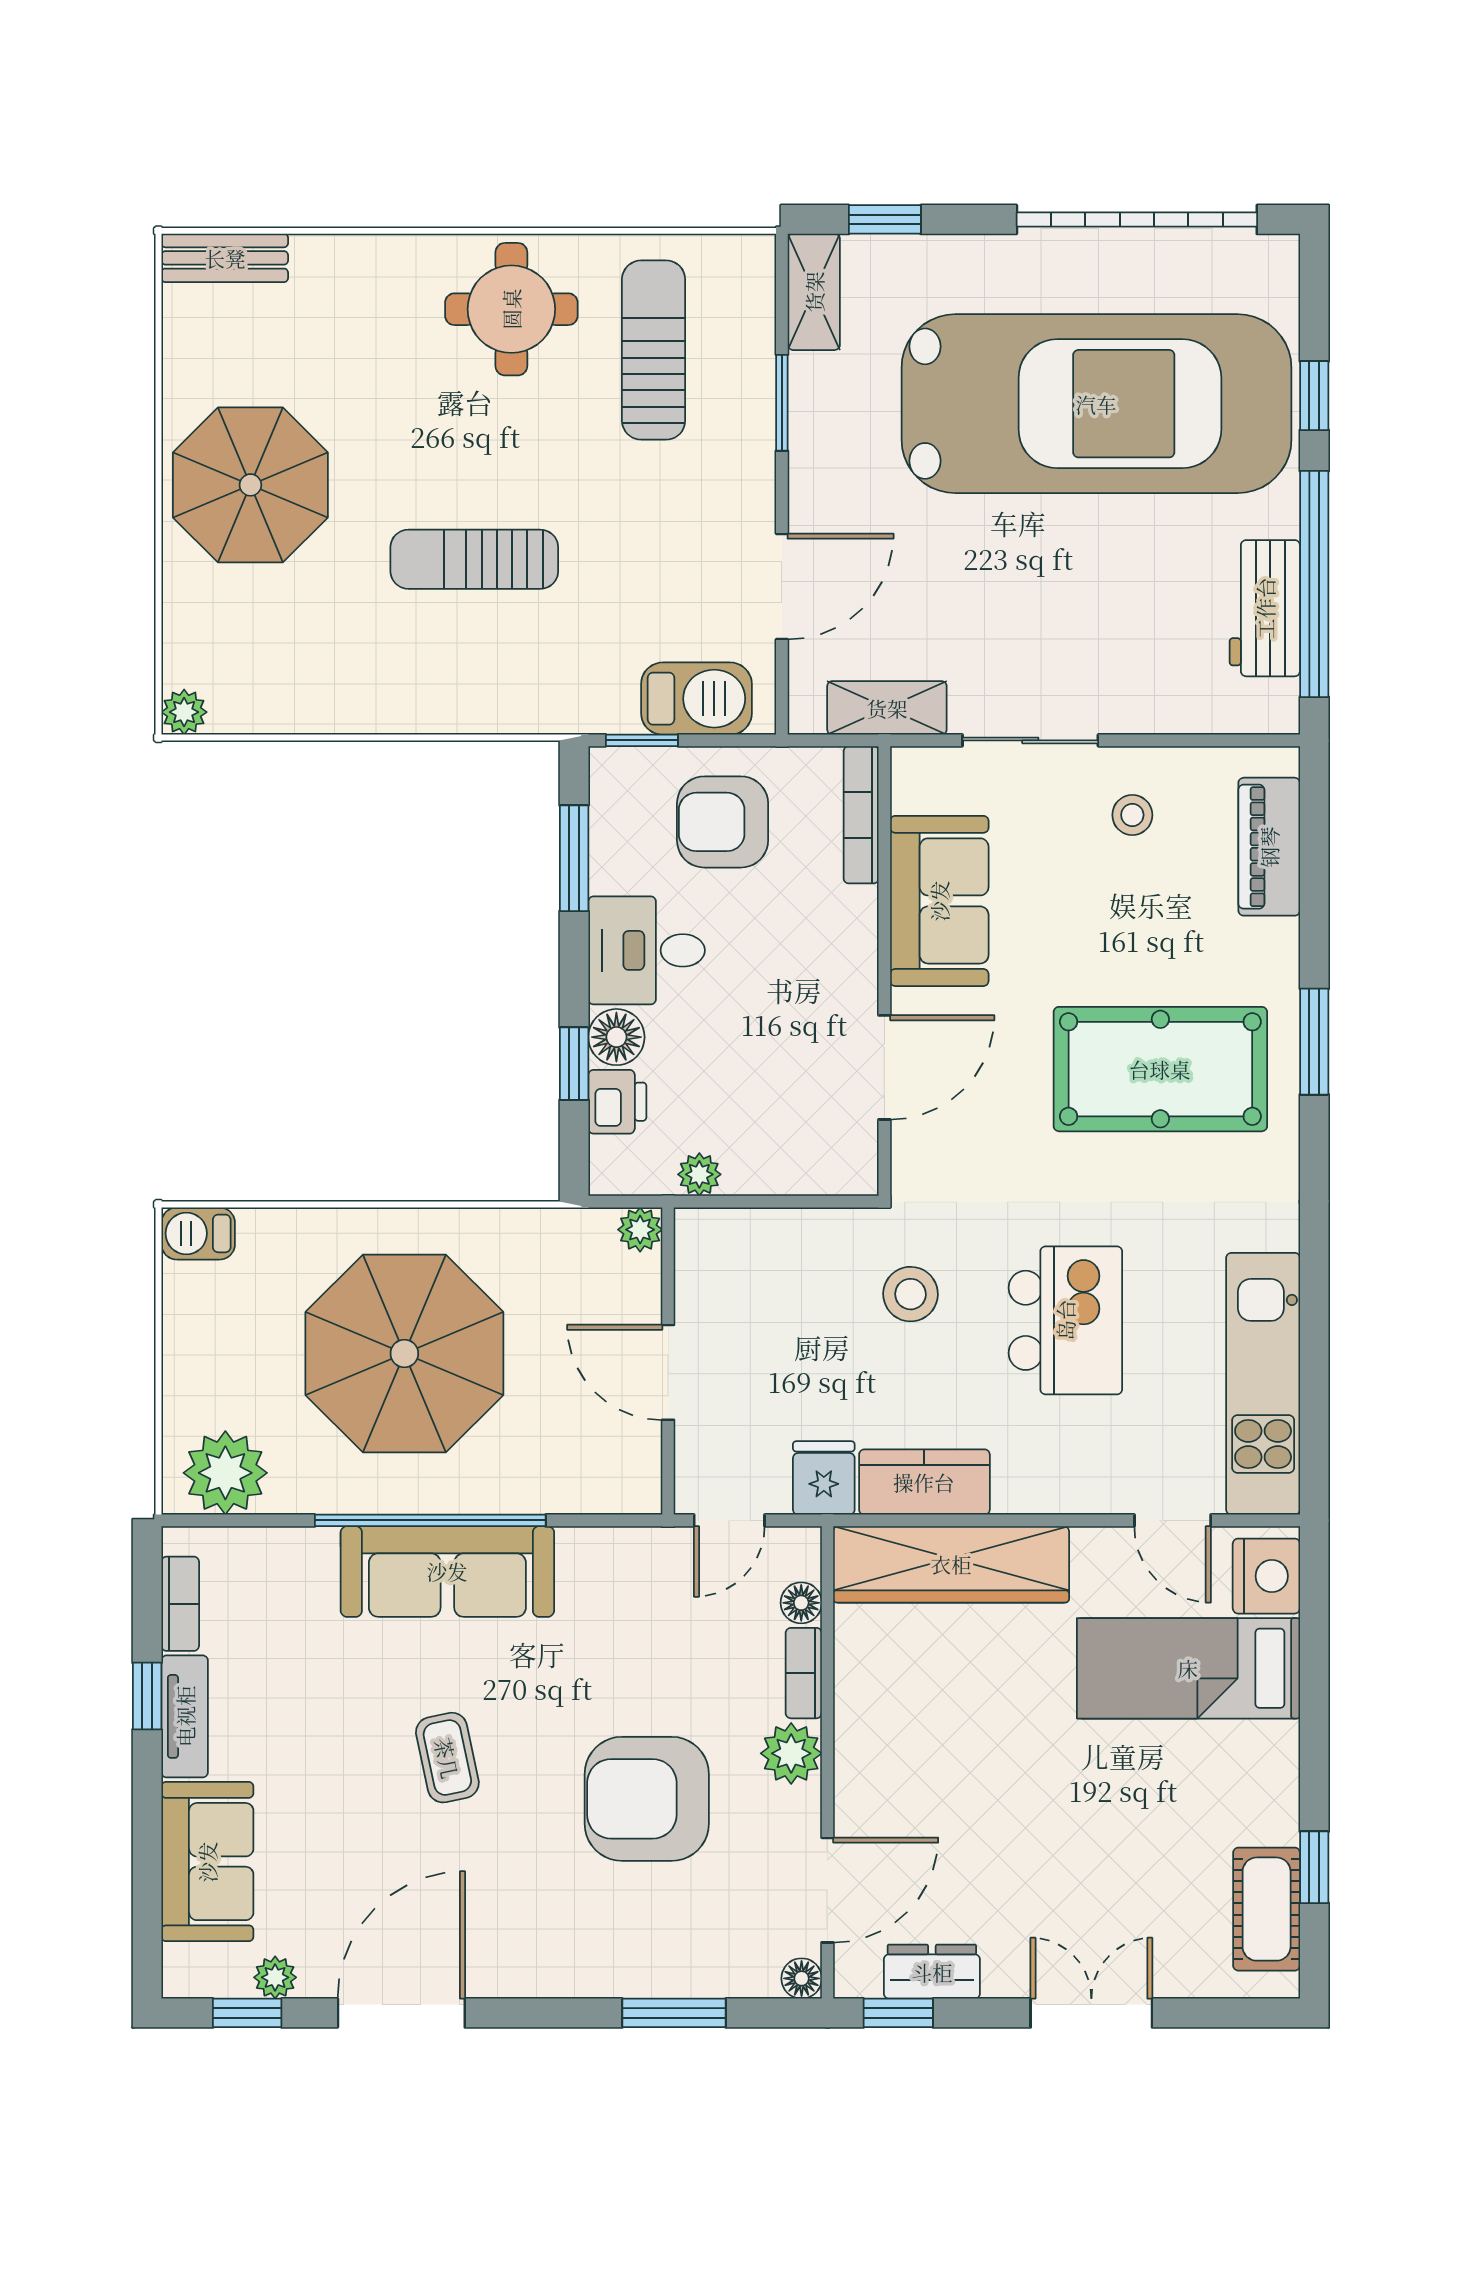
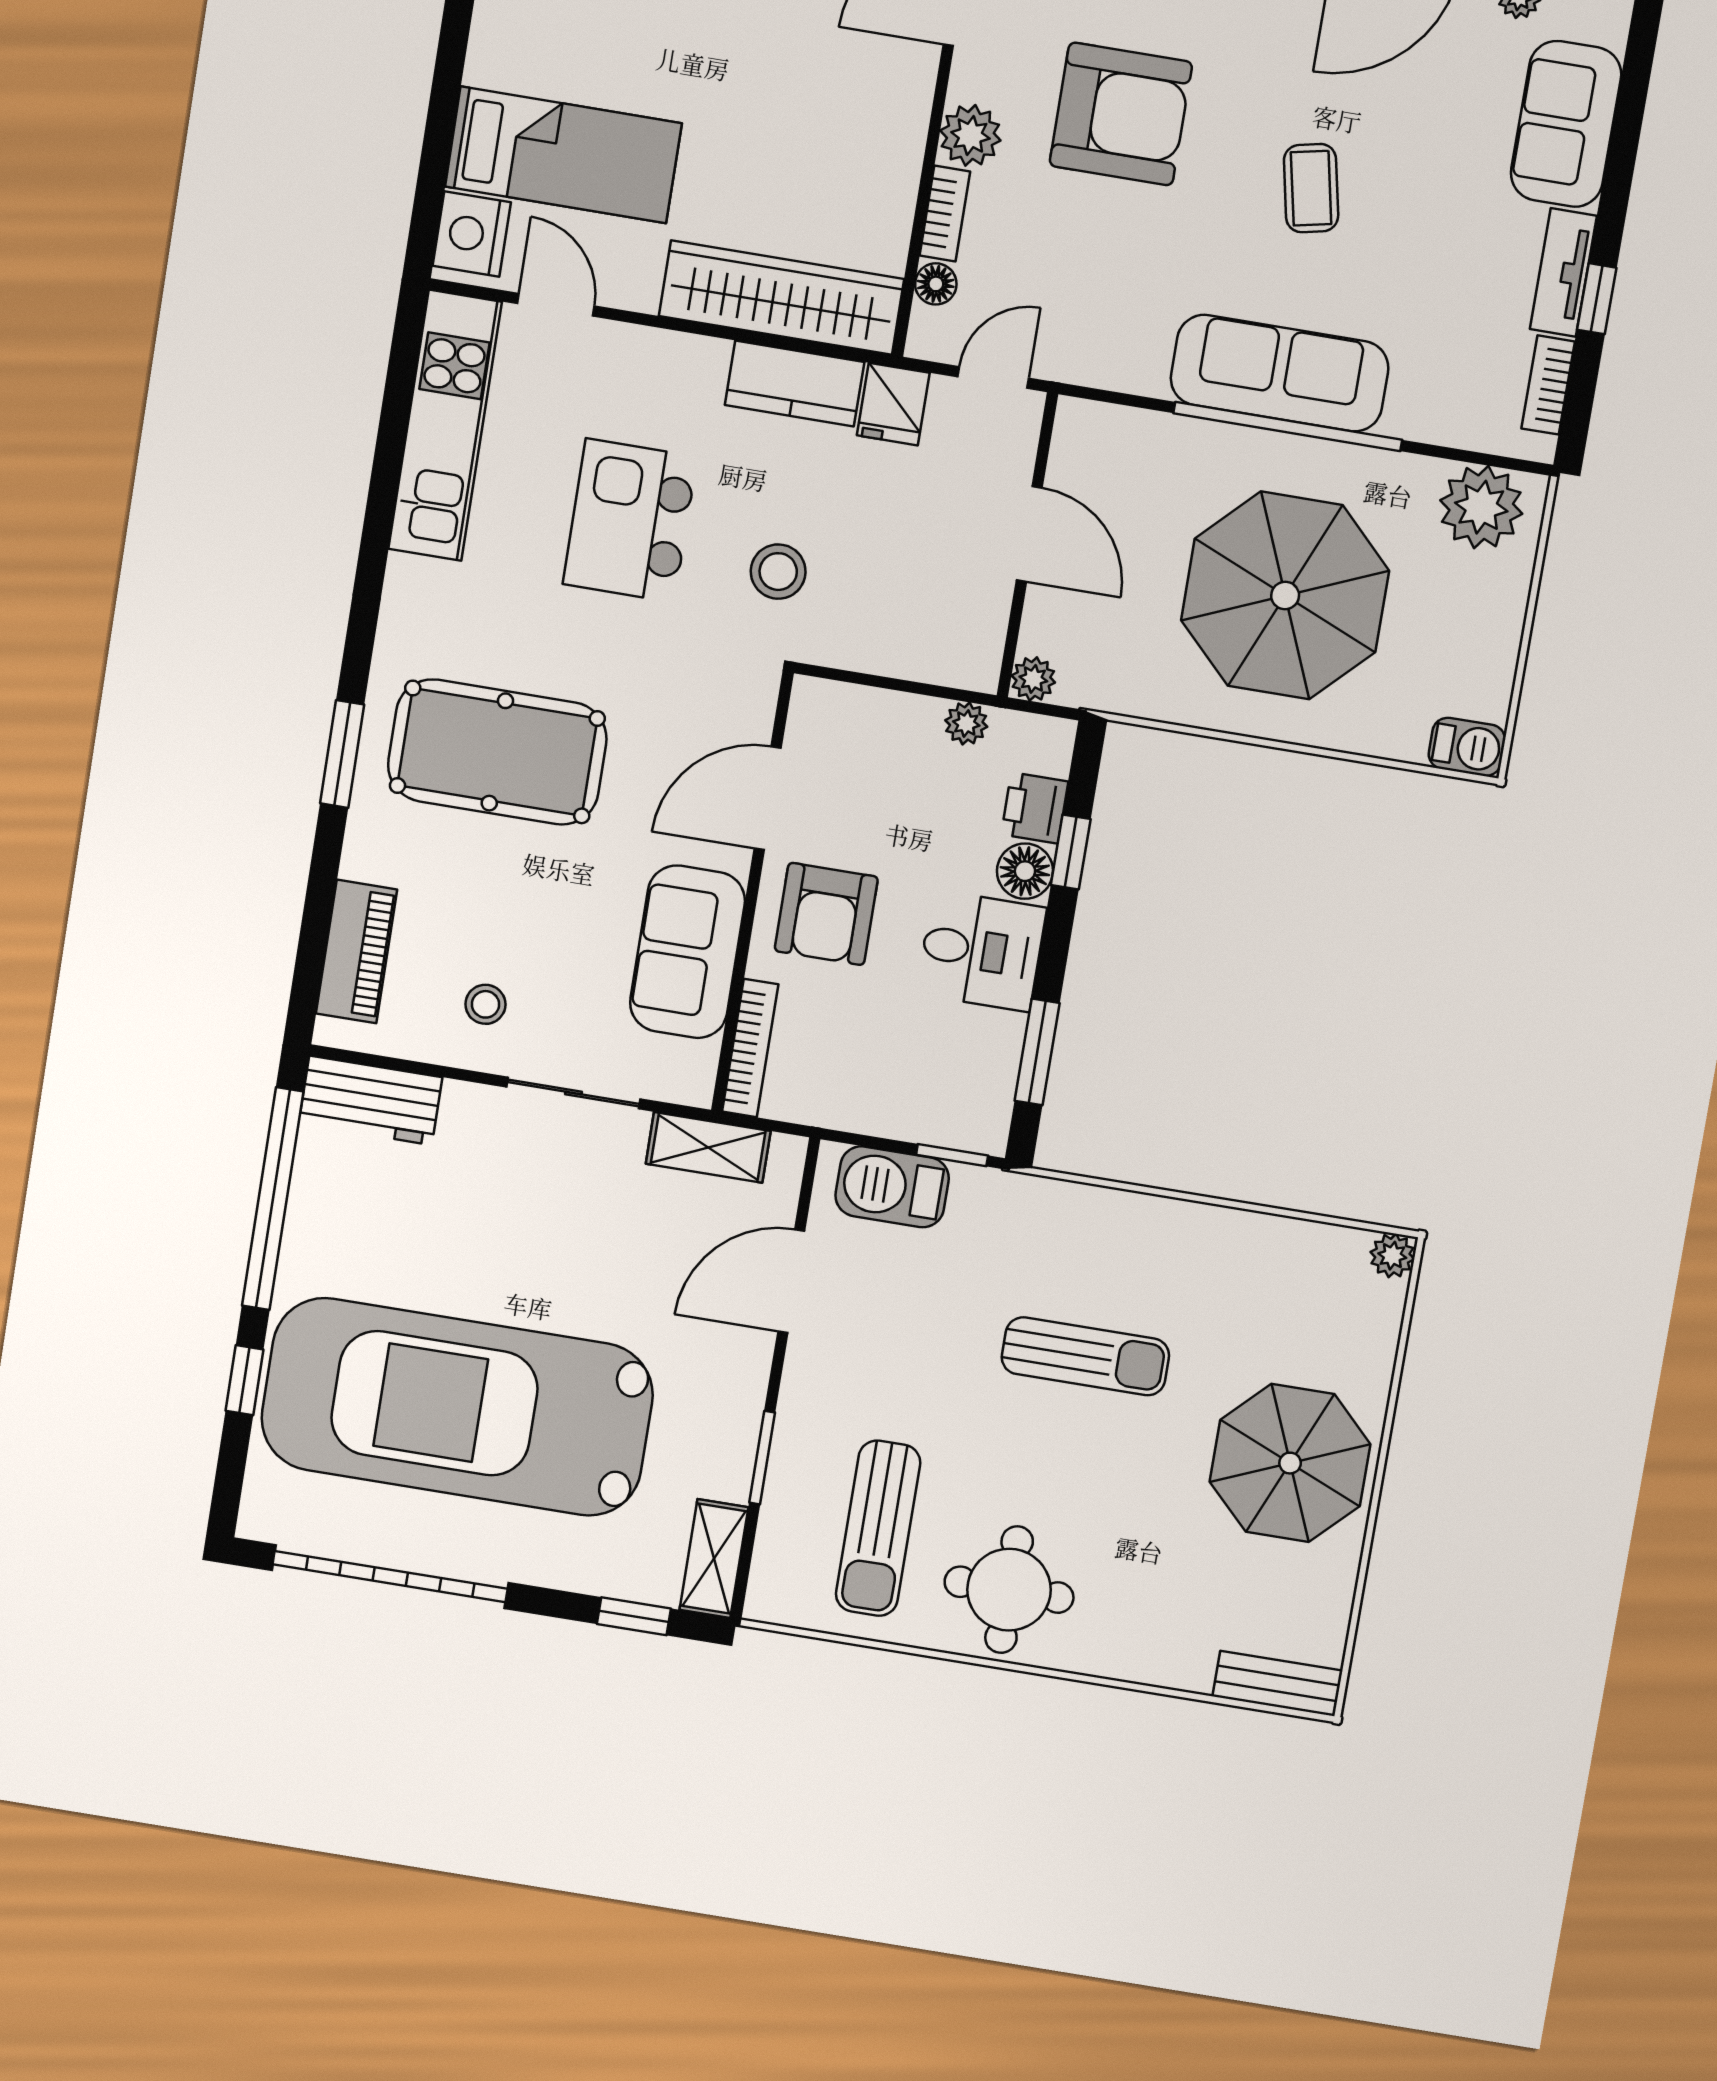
workbench: (1265, 608) -> (371, 1100), moved, turned 90
armchair: (723, 822) -> (826, 914), moved, turned 90

